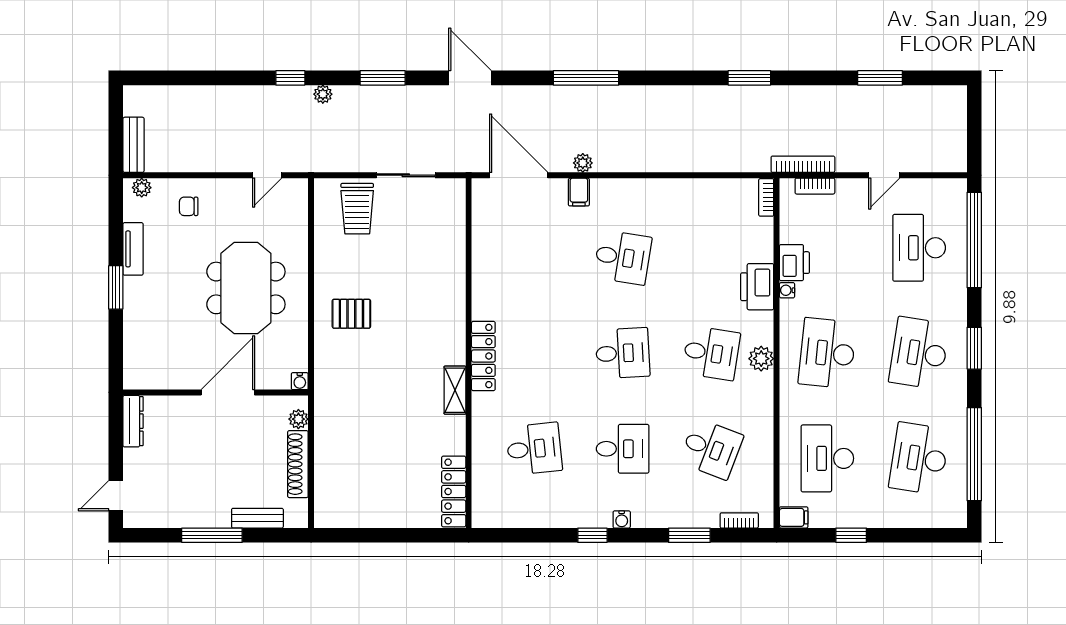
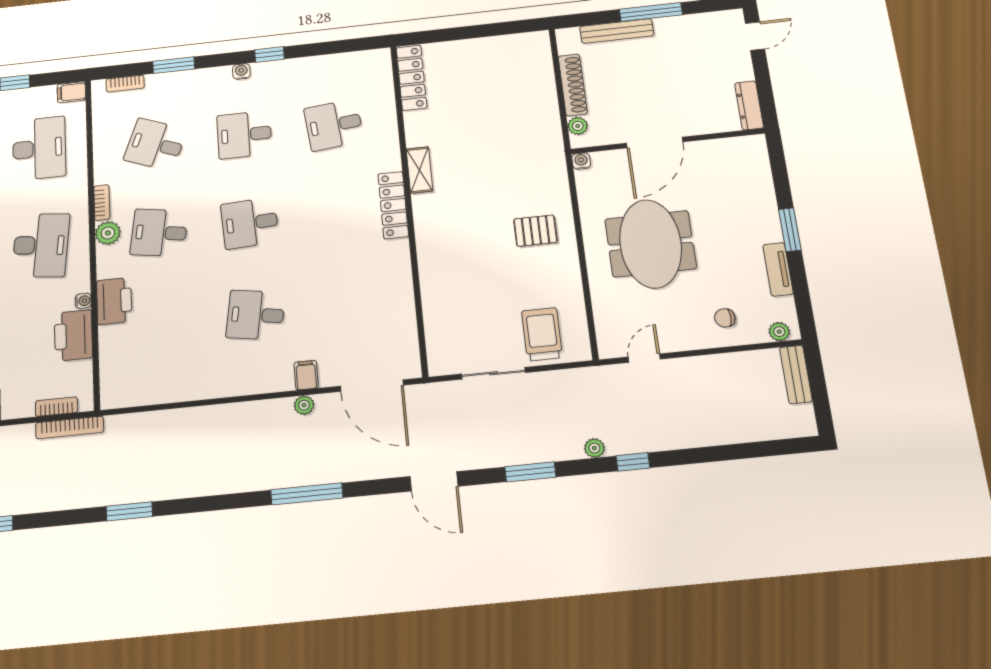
bookcase: (766, 197) -> (102, 203), moved
chair: (189, 206) -> (725, 318), turned 180
printer: (794, 263) -> (73, 335), width x1.37, depth x1.19
bench: (257, 518) -> (617, 31), width x1.36

